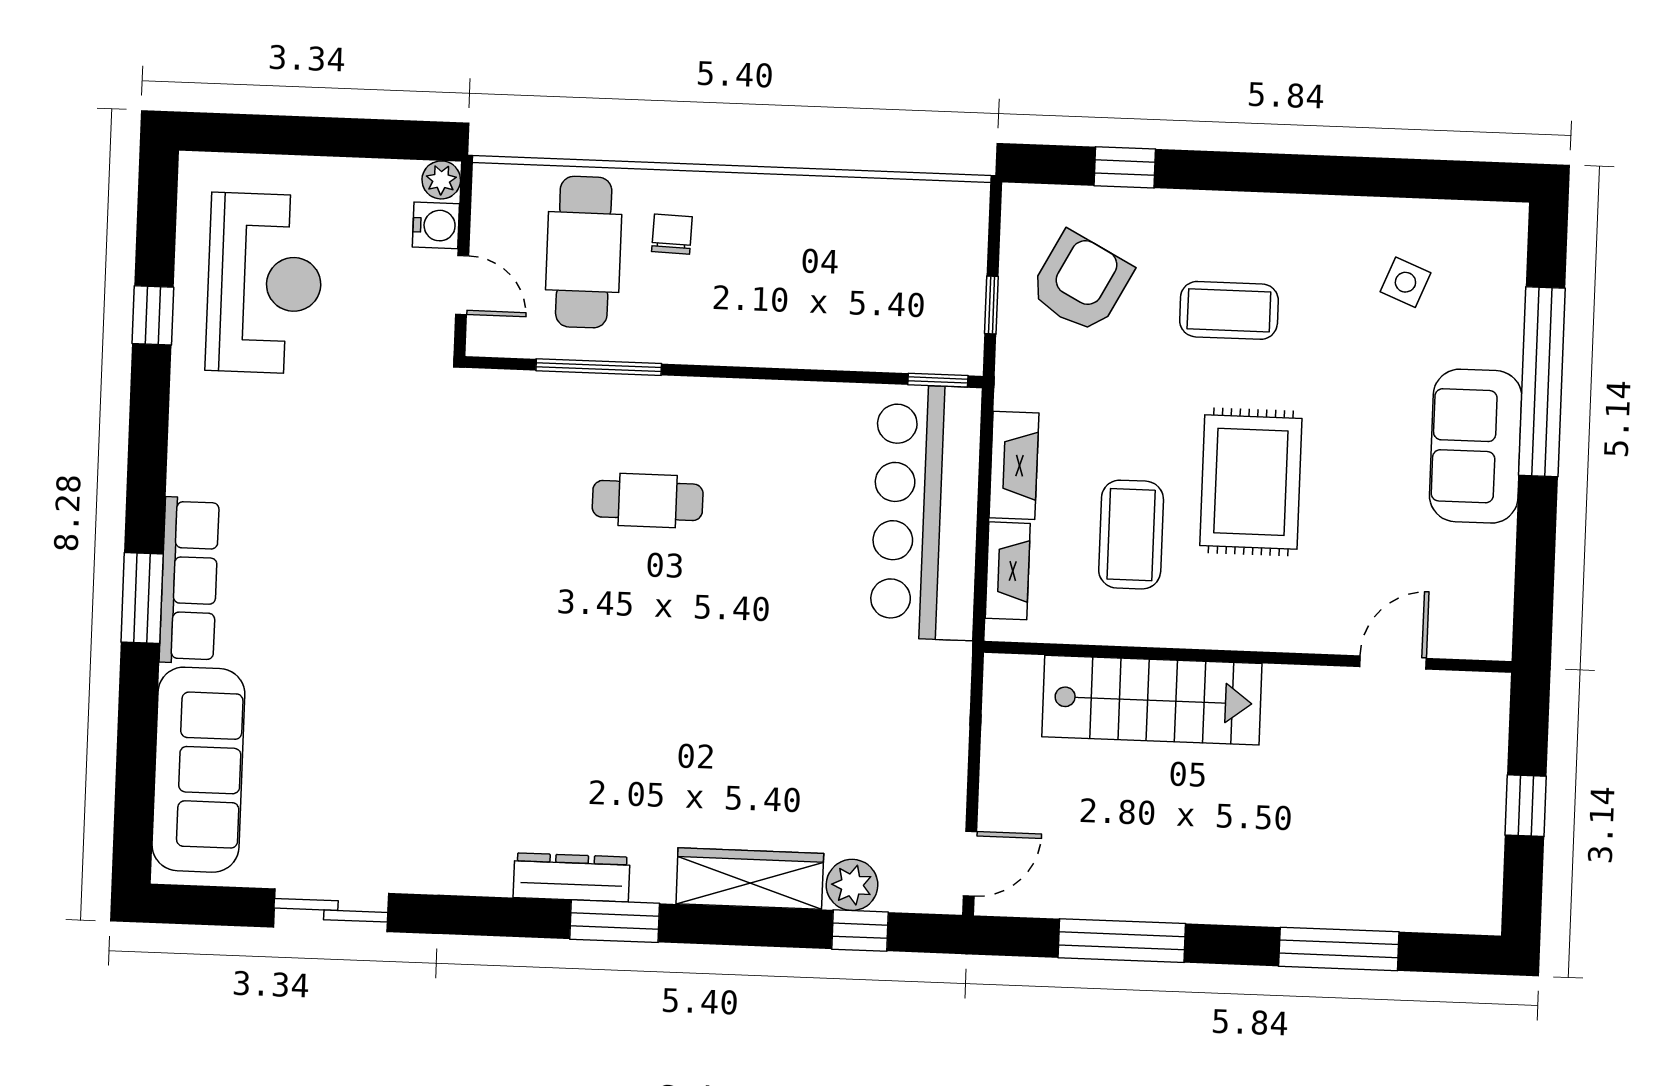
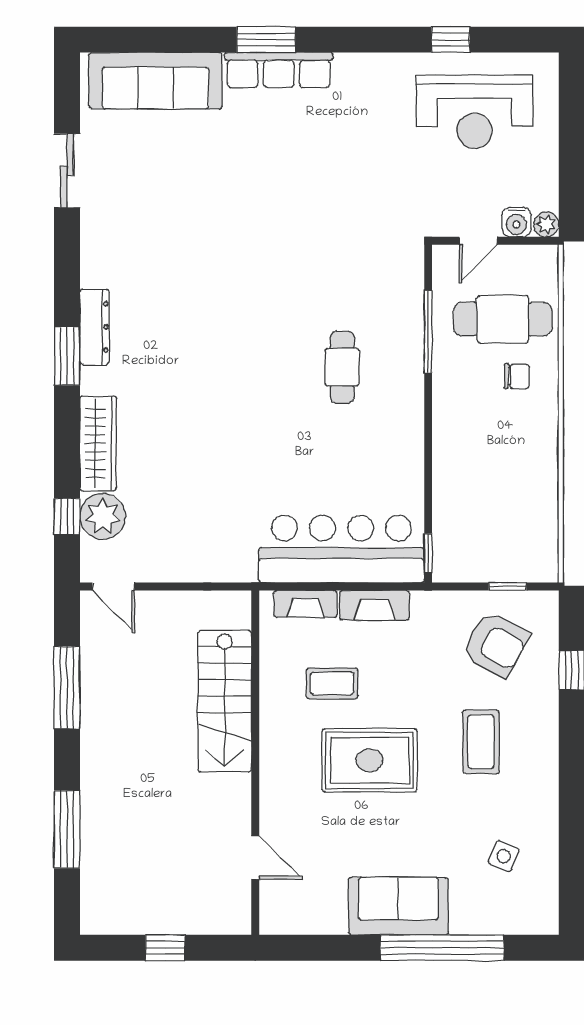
window: (991, 305) -> (508, 587), moved
coffee table: (1131, 535) -> (332, 683), width x0.73, depth x0.77
plant: (852, 885) -> (103, 516), width x1.36, depth x1.36

